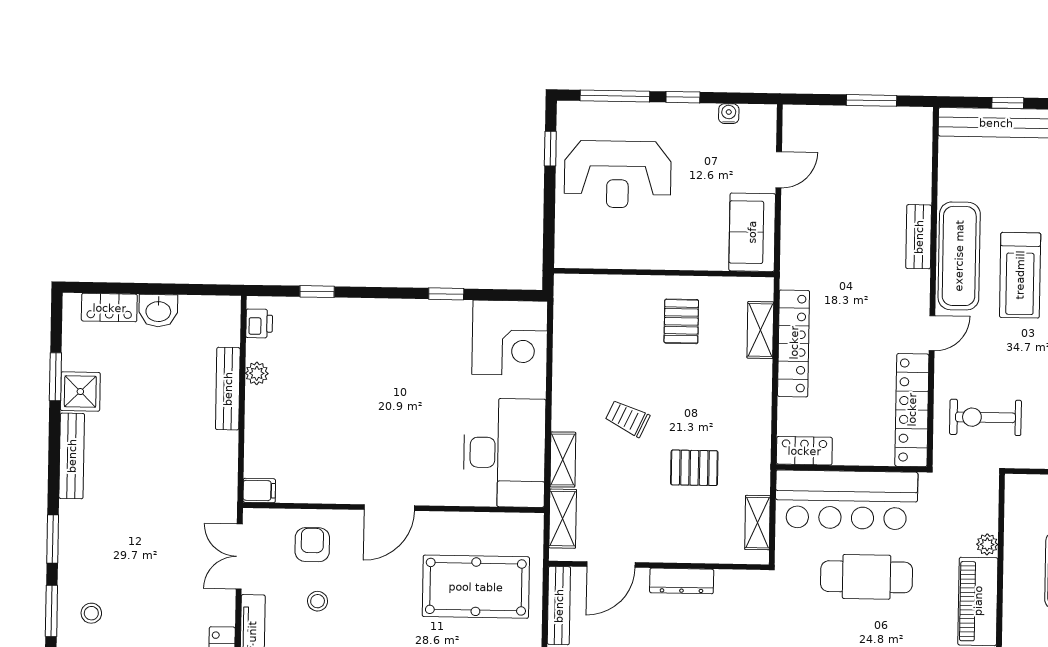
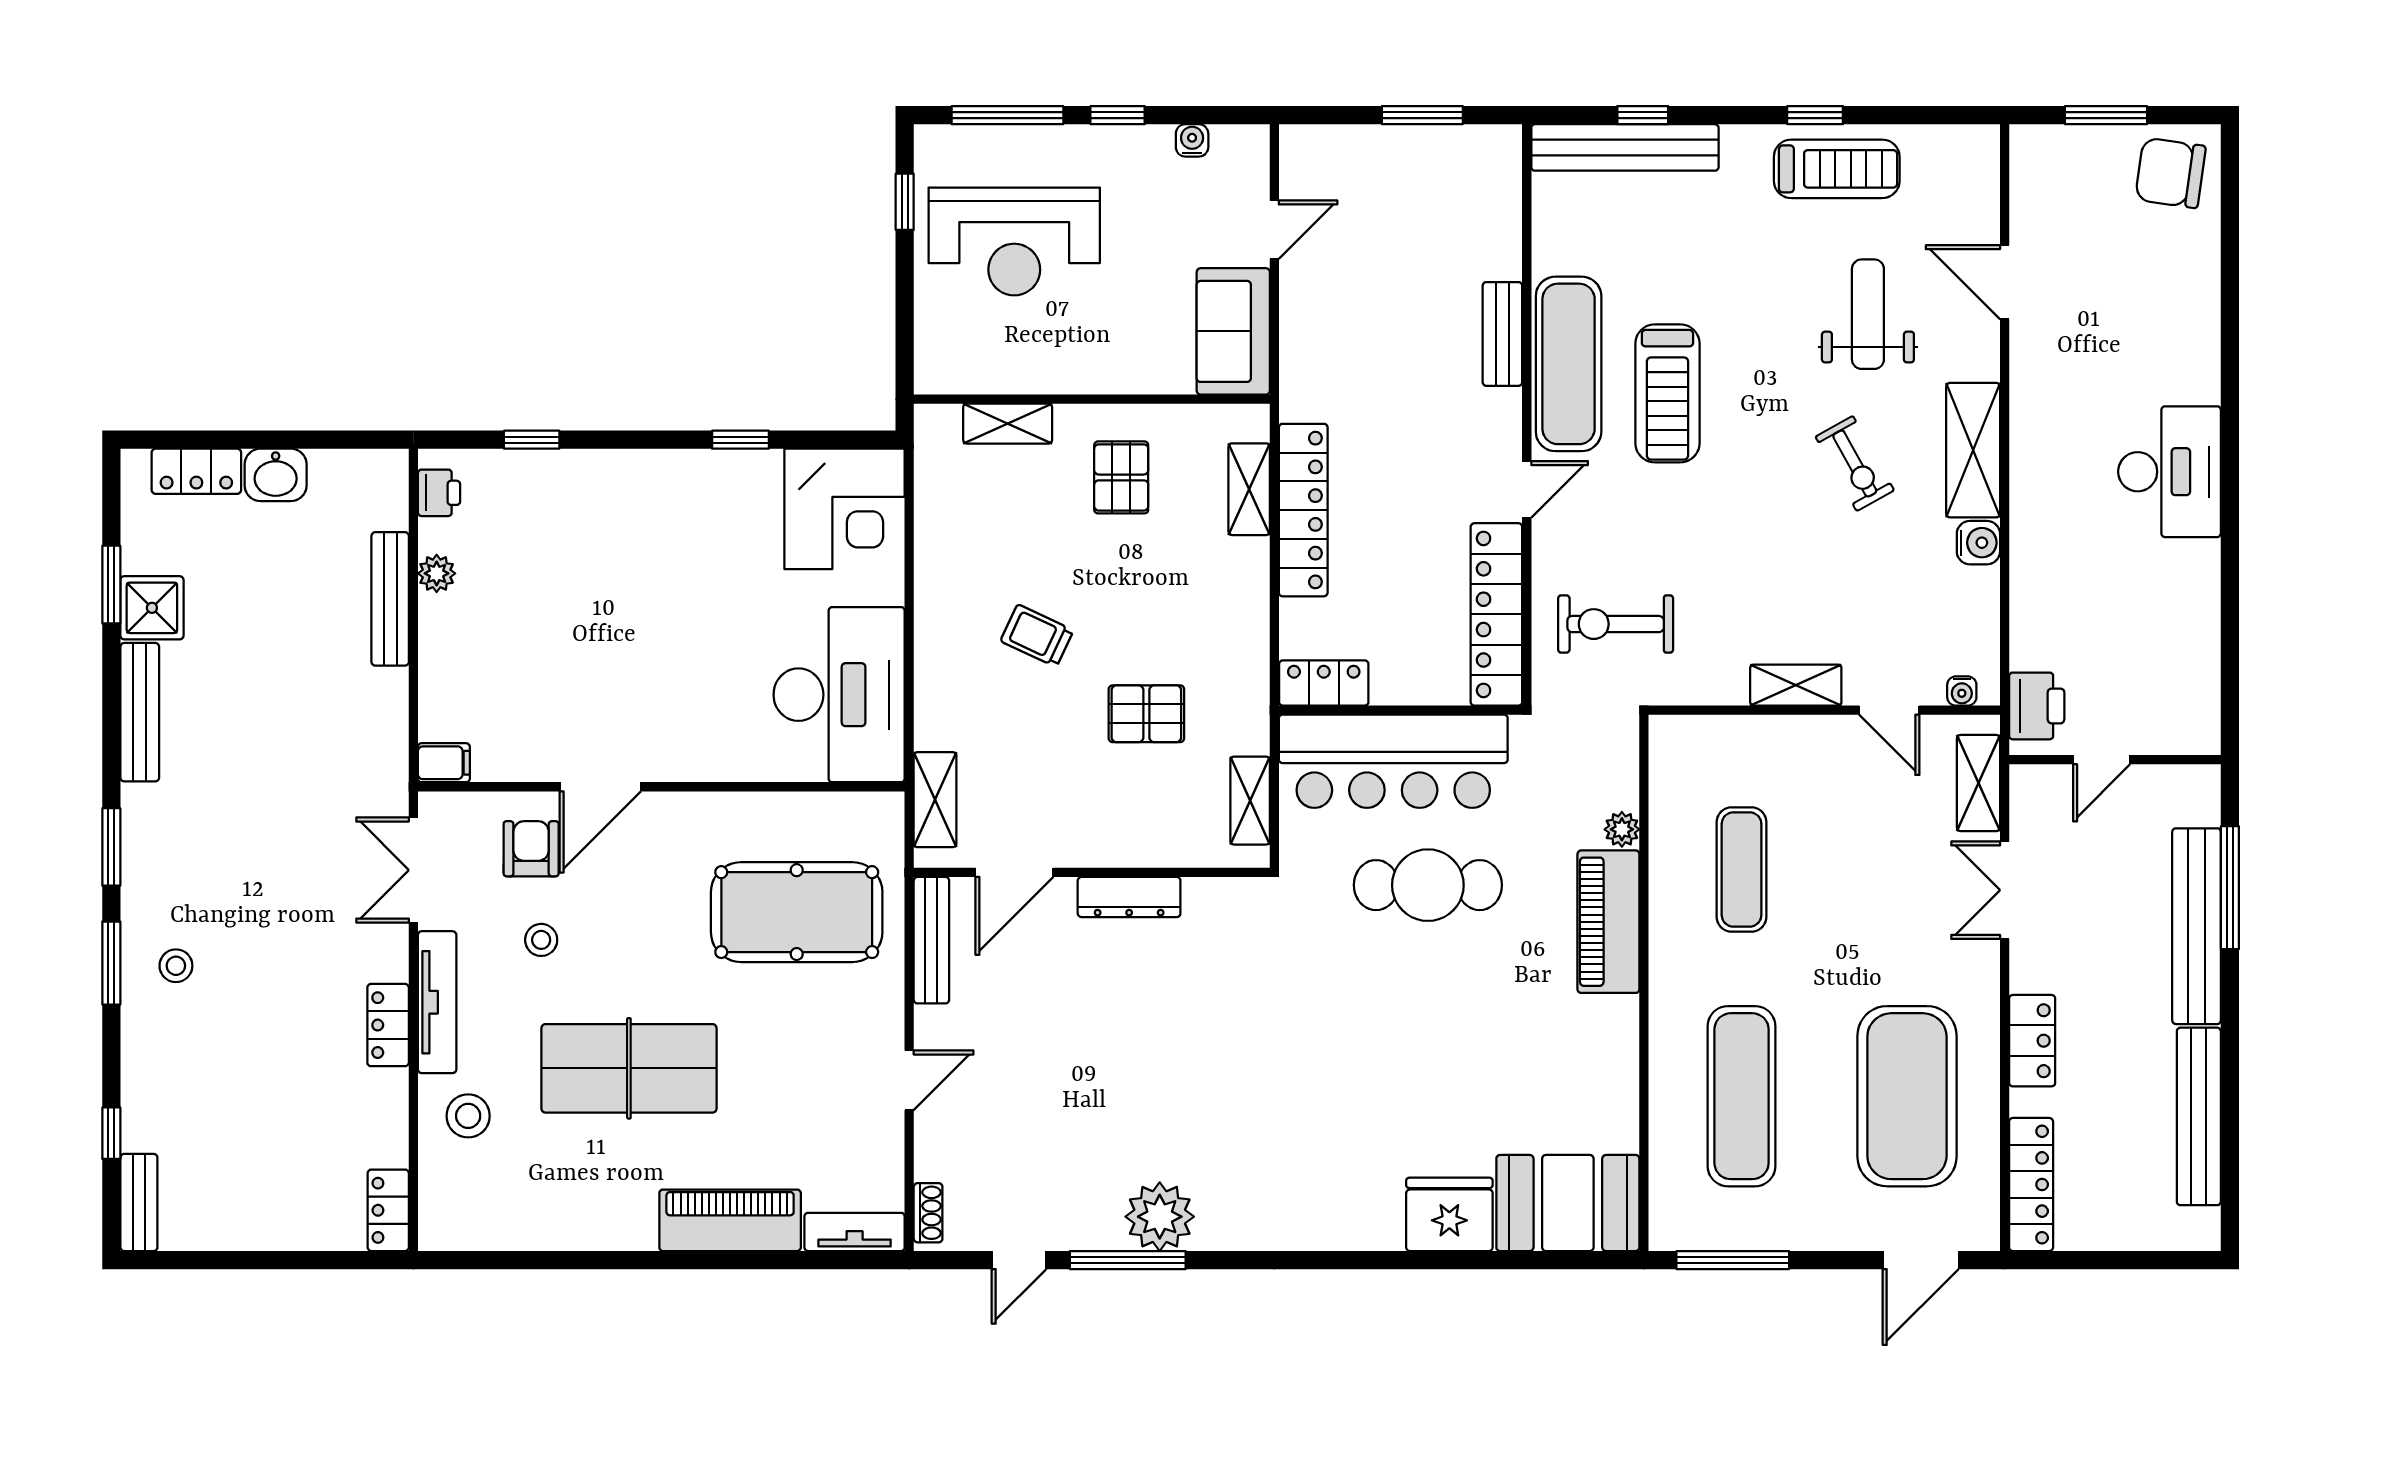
shelving: (563, 460) -> (1008, 424), moved, turned 90
door: (389, 508) -> (600, 787), moved

